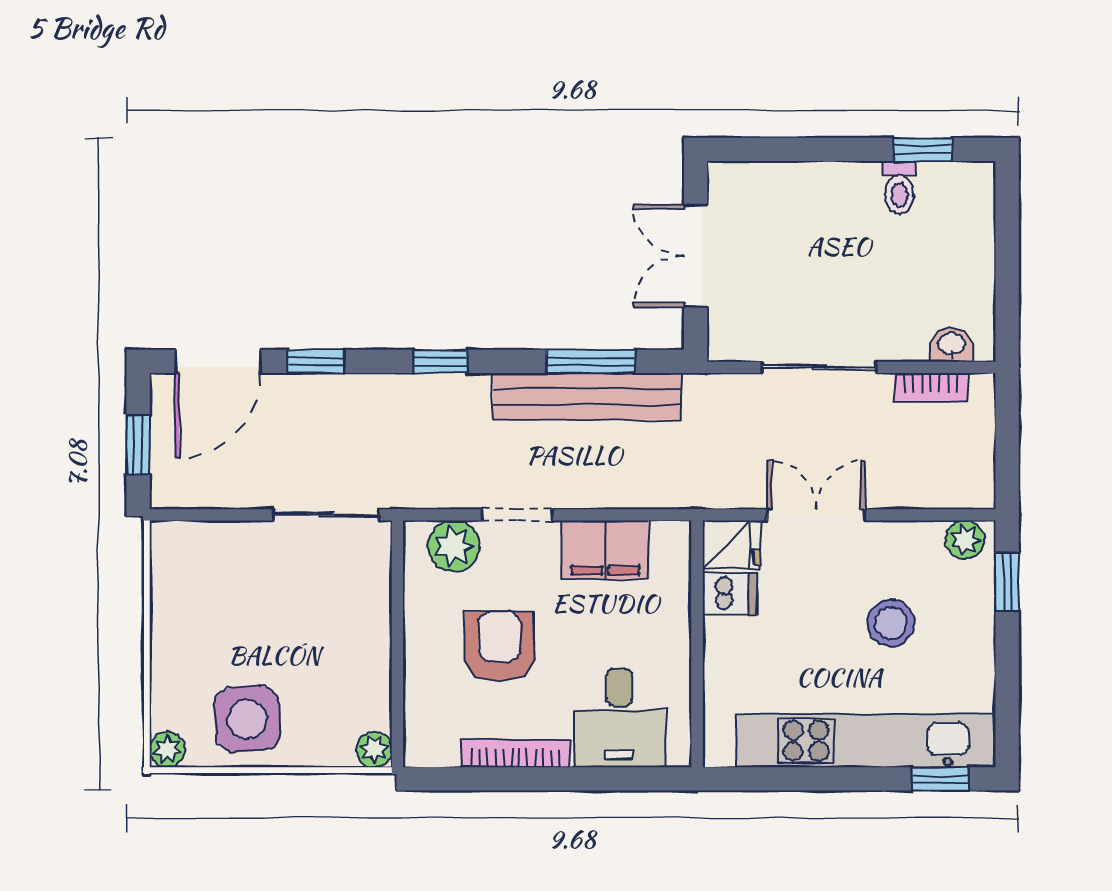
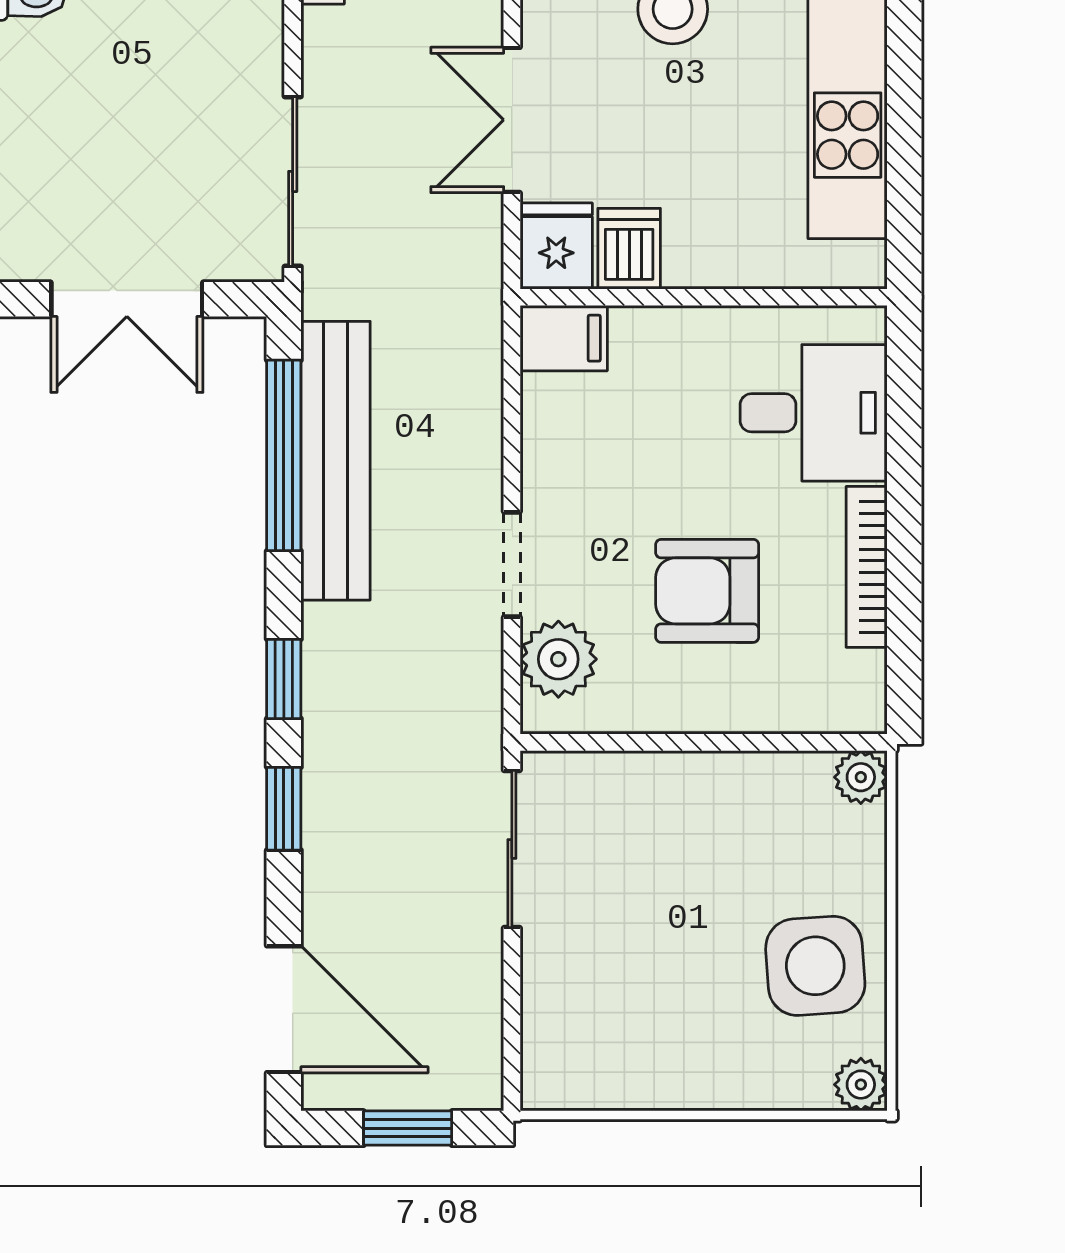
window: (316, 361) -> (284, 809), moved
window: (591, 361) -> (284, 455), width x1.44
sliding door: (819, 367) -> (293, 181), moved
filing cabinet: (605, 550) -> (564, 338), moved, width x0.50

